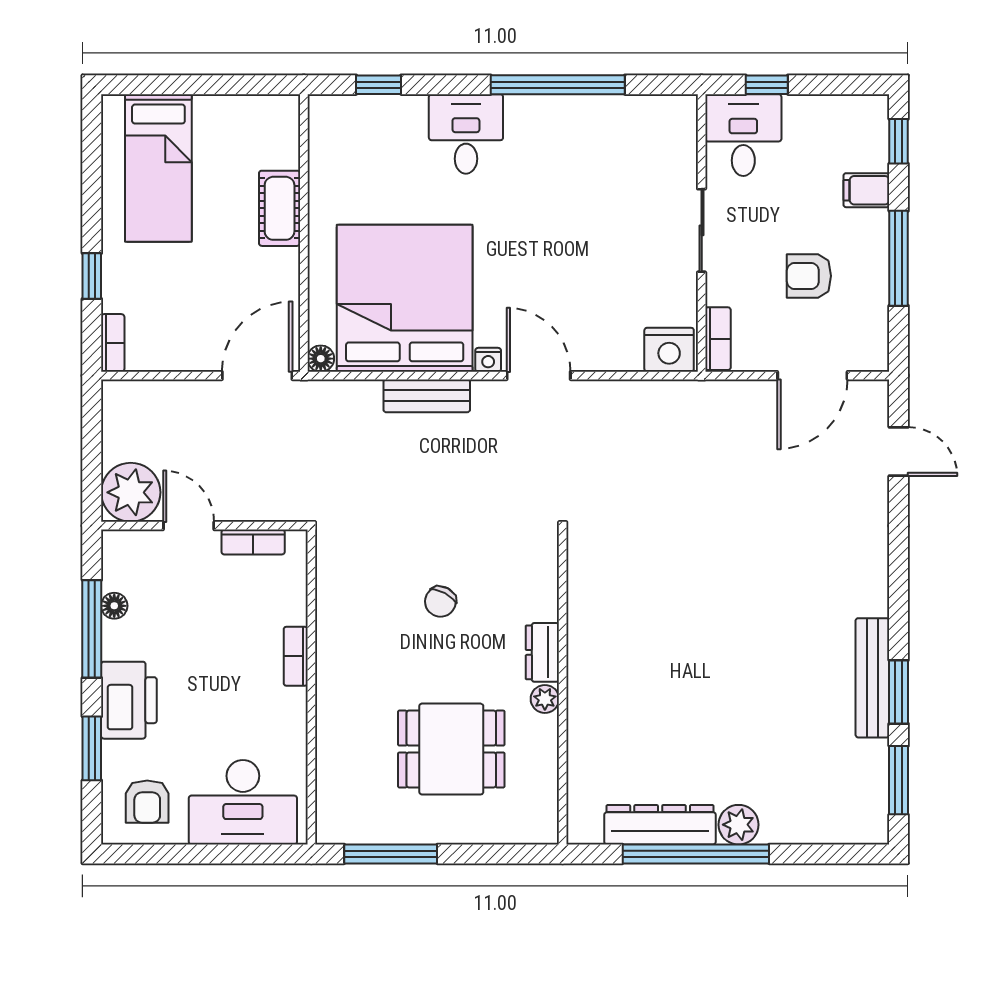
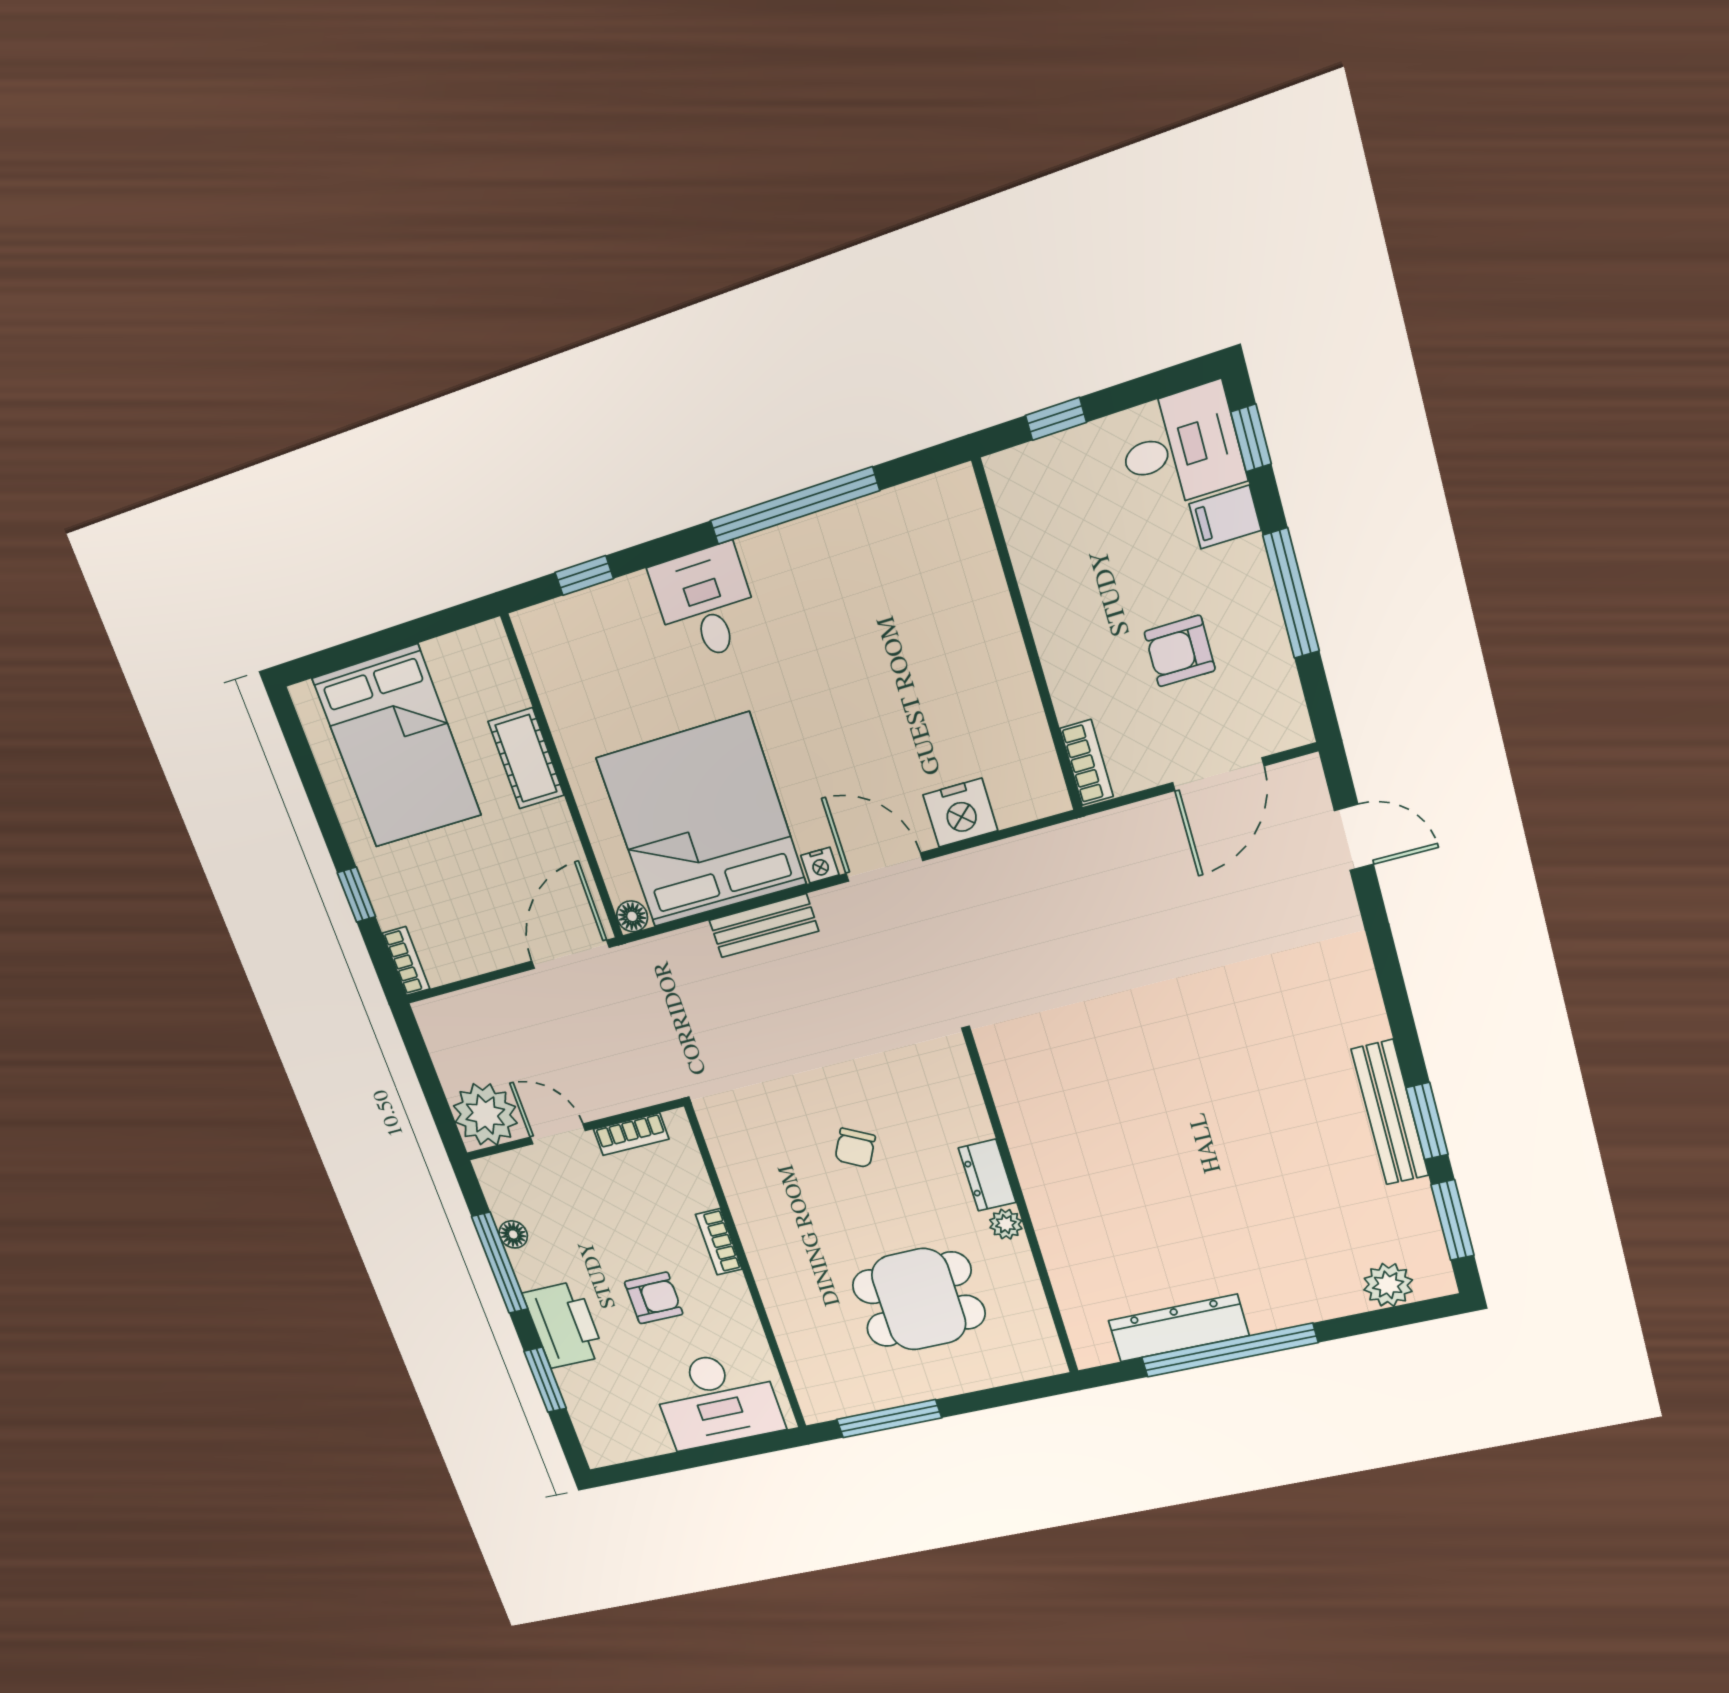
desk: (743, 135) -> (1180, 447), moved, turned 90
bed: (158, 168) -> (397, 747), width x1.50
sliding door: (702, 230) -> (1027, 634), removed
nightstand: (669, 350) -> (960, 813), moved
armchair: (147, 802) -> (654, 1298), moved, turned -90
plant: (739, 825) -> (1388, 1285), moved

